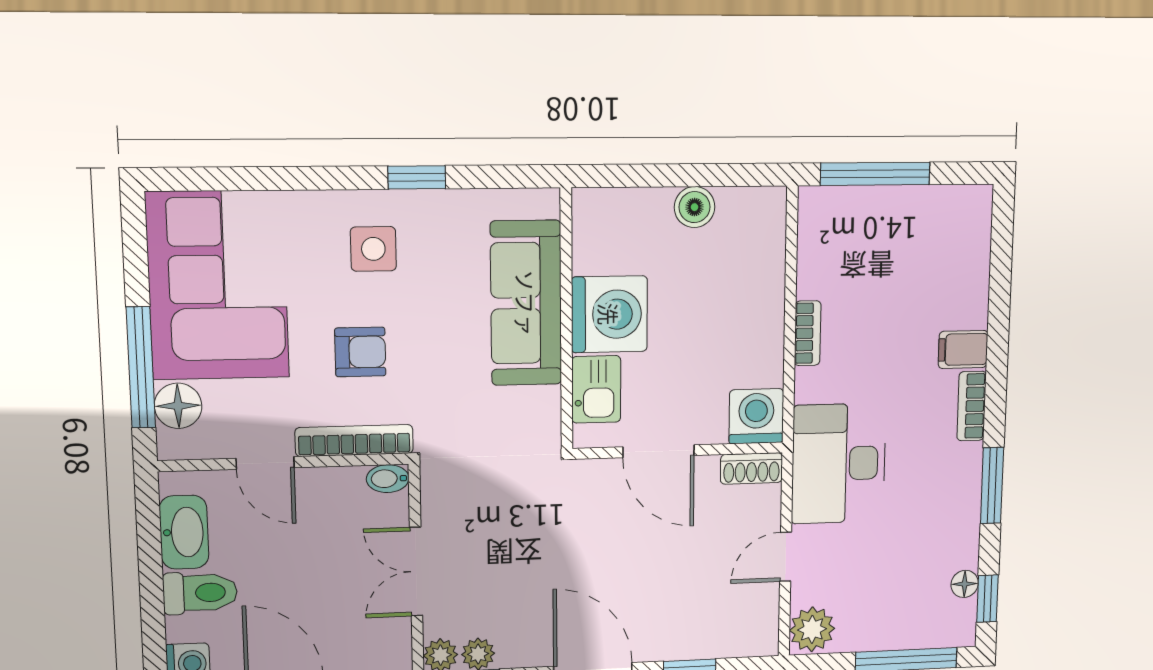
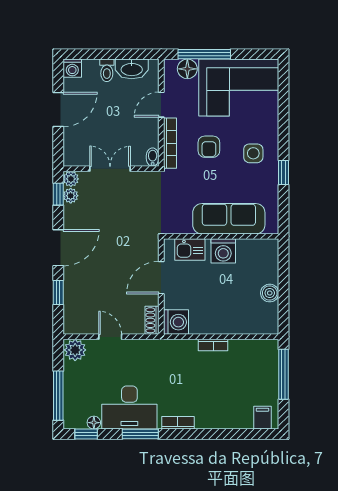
washing machine: (609, 314) -> (223, 251), width x0.73, depth x0.73
filing cabinet: (963, 349) -> (262, 418), moved
desk: (839, 464) -> (129, 408), moved, turned 180
toilet: (200, 593) -> (107, 70), width x0.73, depth x0.72

